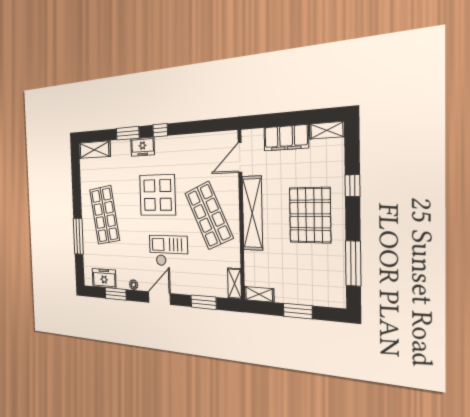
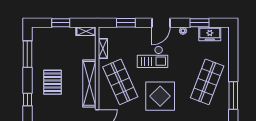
shop shelf: (105, 215) -> (207, 82), turned 30
pallet: (310, 215) -> (52, 82), width x0.73, depth x0.71
window: (78, 236) -> (233, 96), moved
shelving: (234, 284) -> (103, 48), moved

